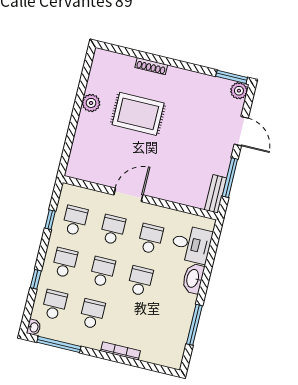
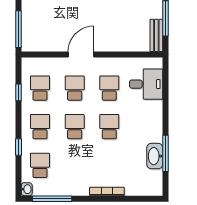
window: (67, 151) -> (18, 29), added
washbasin: (193, 278) -> (155, 156), moved
school desk: (92, 314) -> (75, 165), removed

